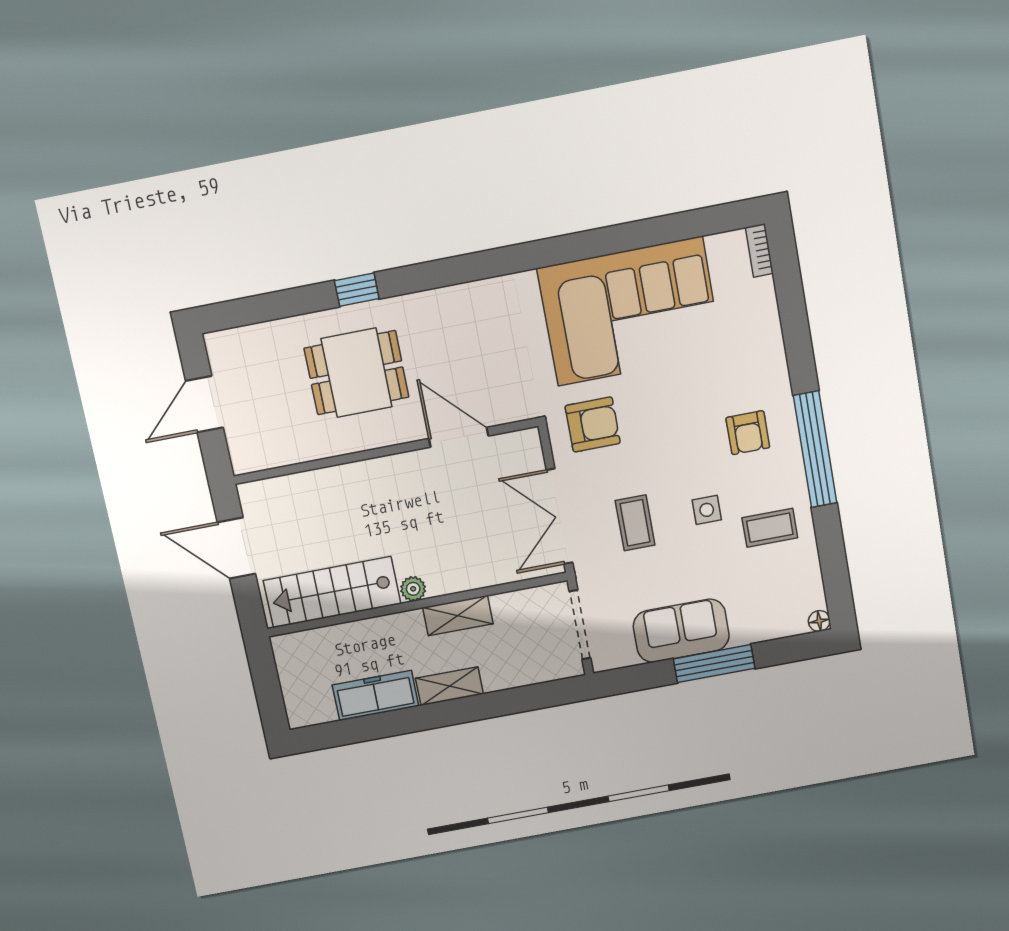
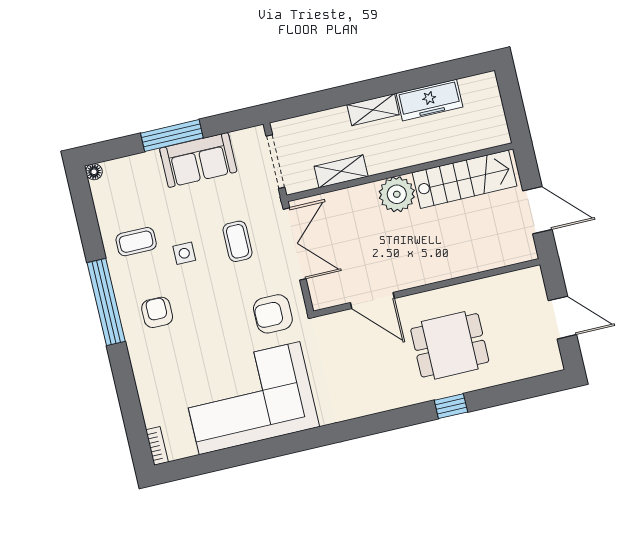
door: (204, 404) -> (562, 318), hinge flipped
plant: (413, 589) -> (397, 194), width x1.87, depth x1.87
shelving: (458, 616) -> (341, 171), moved

